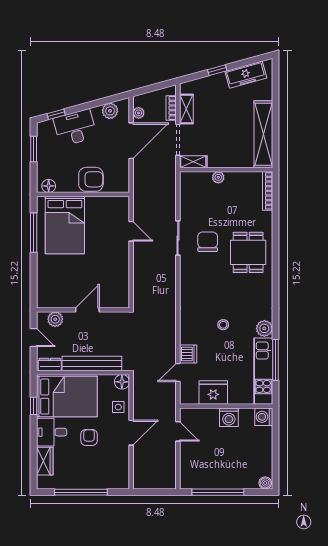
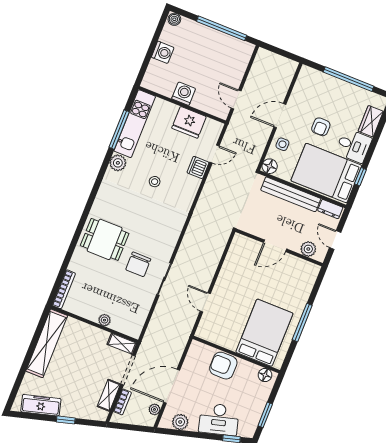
window: (34, 233) -> (302, 322), moved
dining table: (248, 252) -> (105, 239), turned 90
washing machine: (264, 417) -> (163, 52), moved

